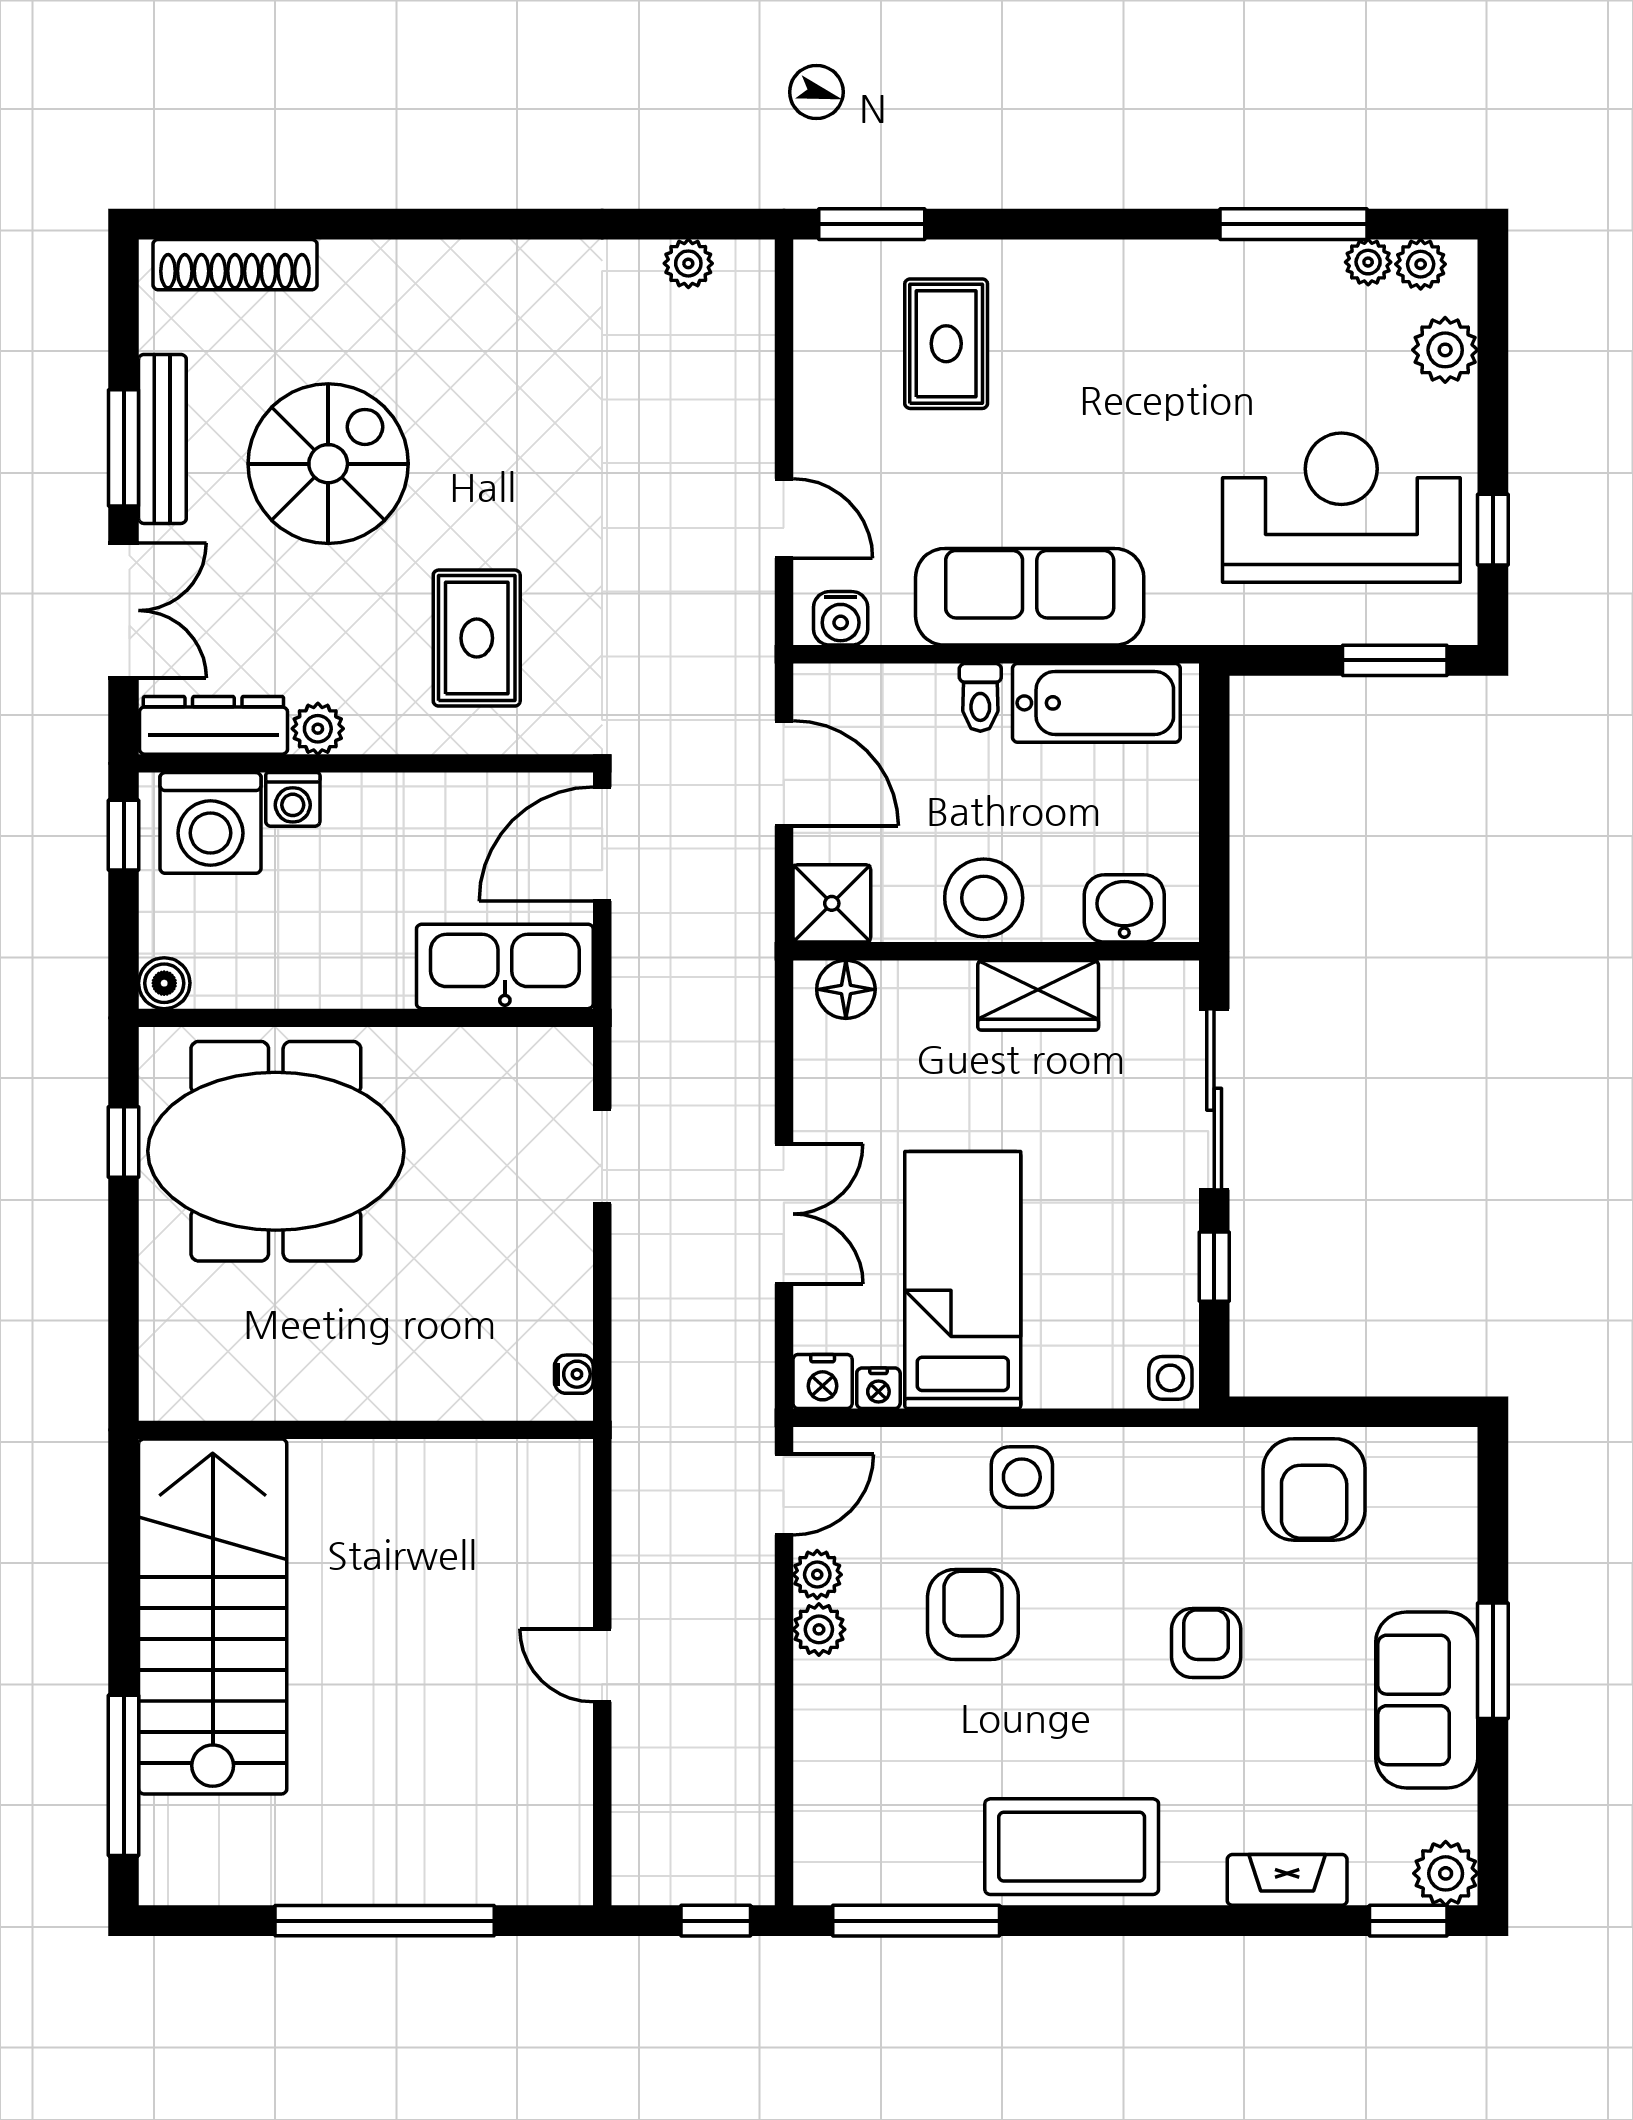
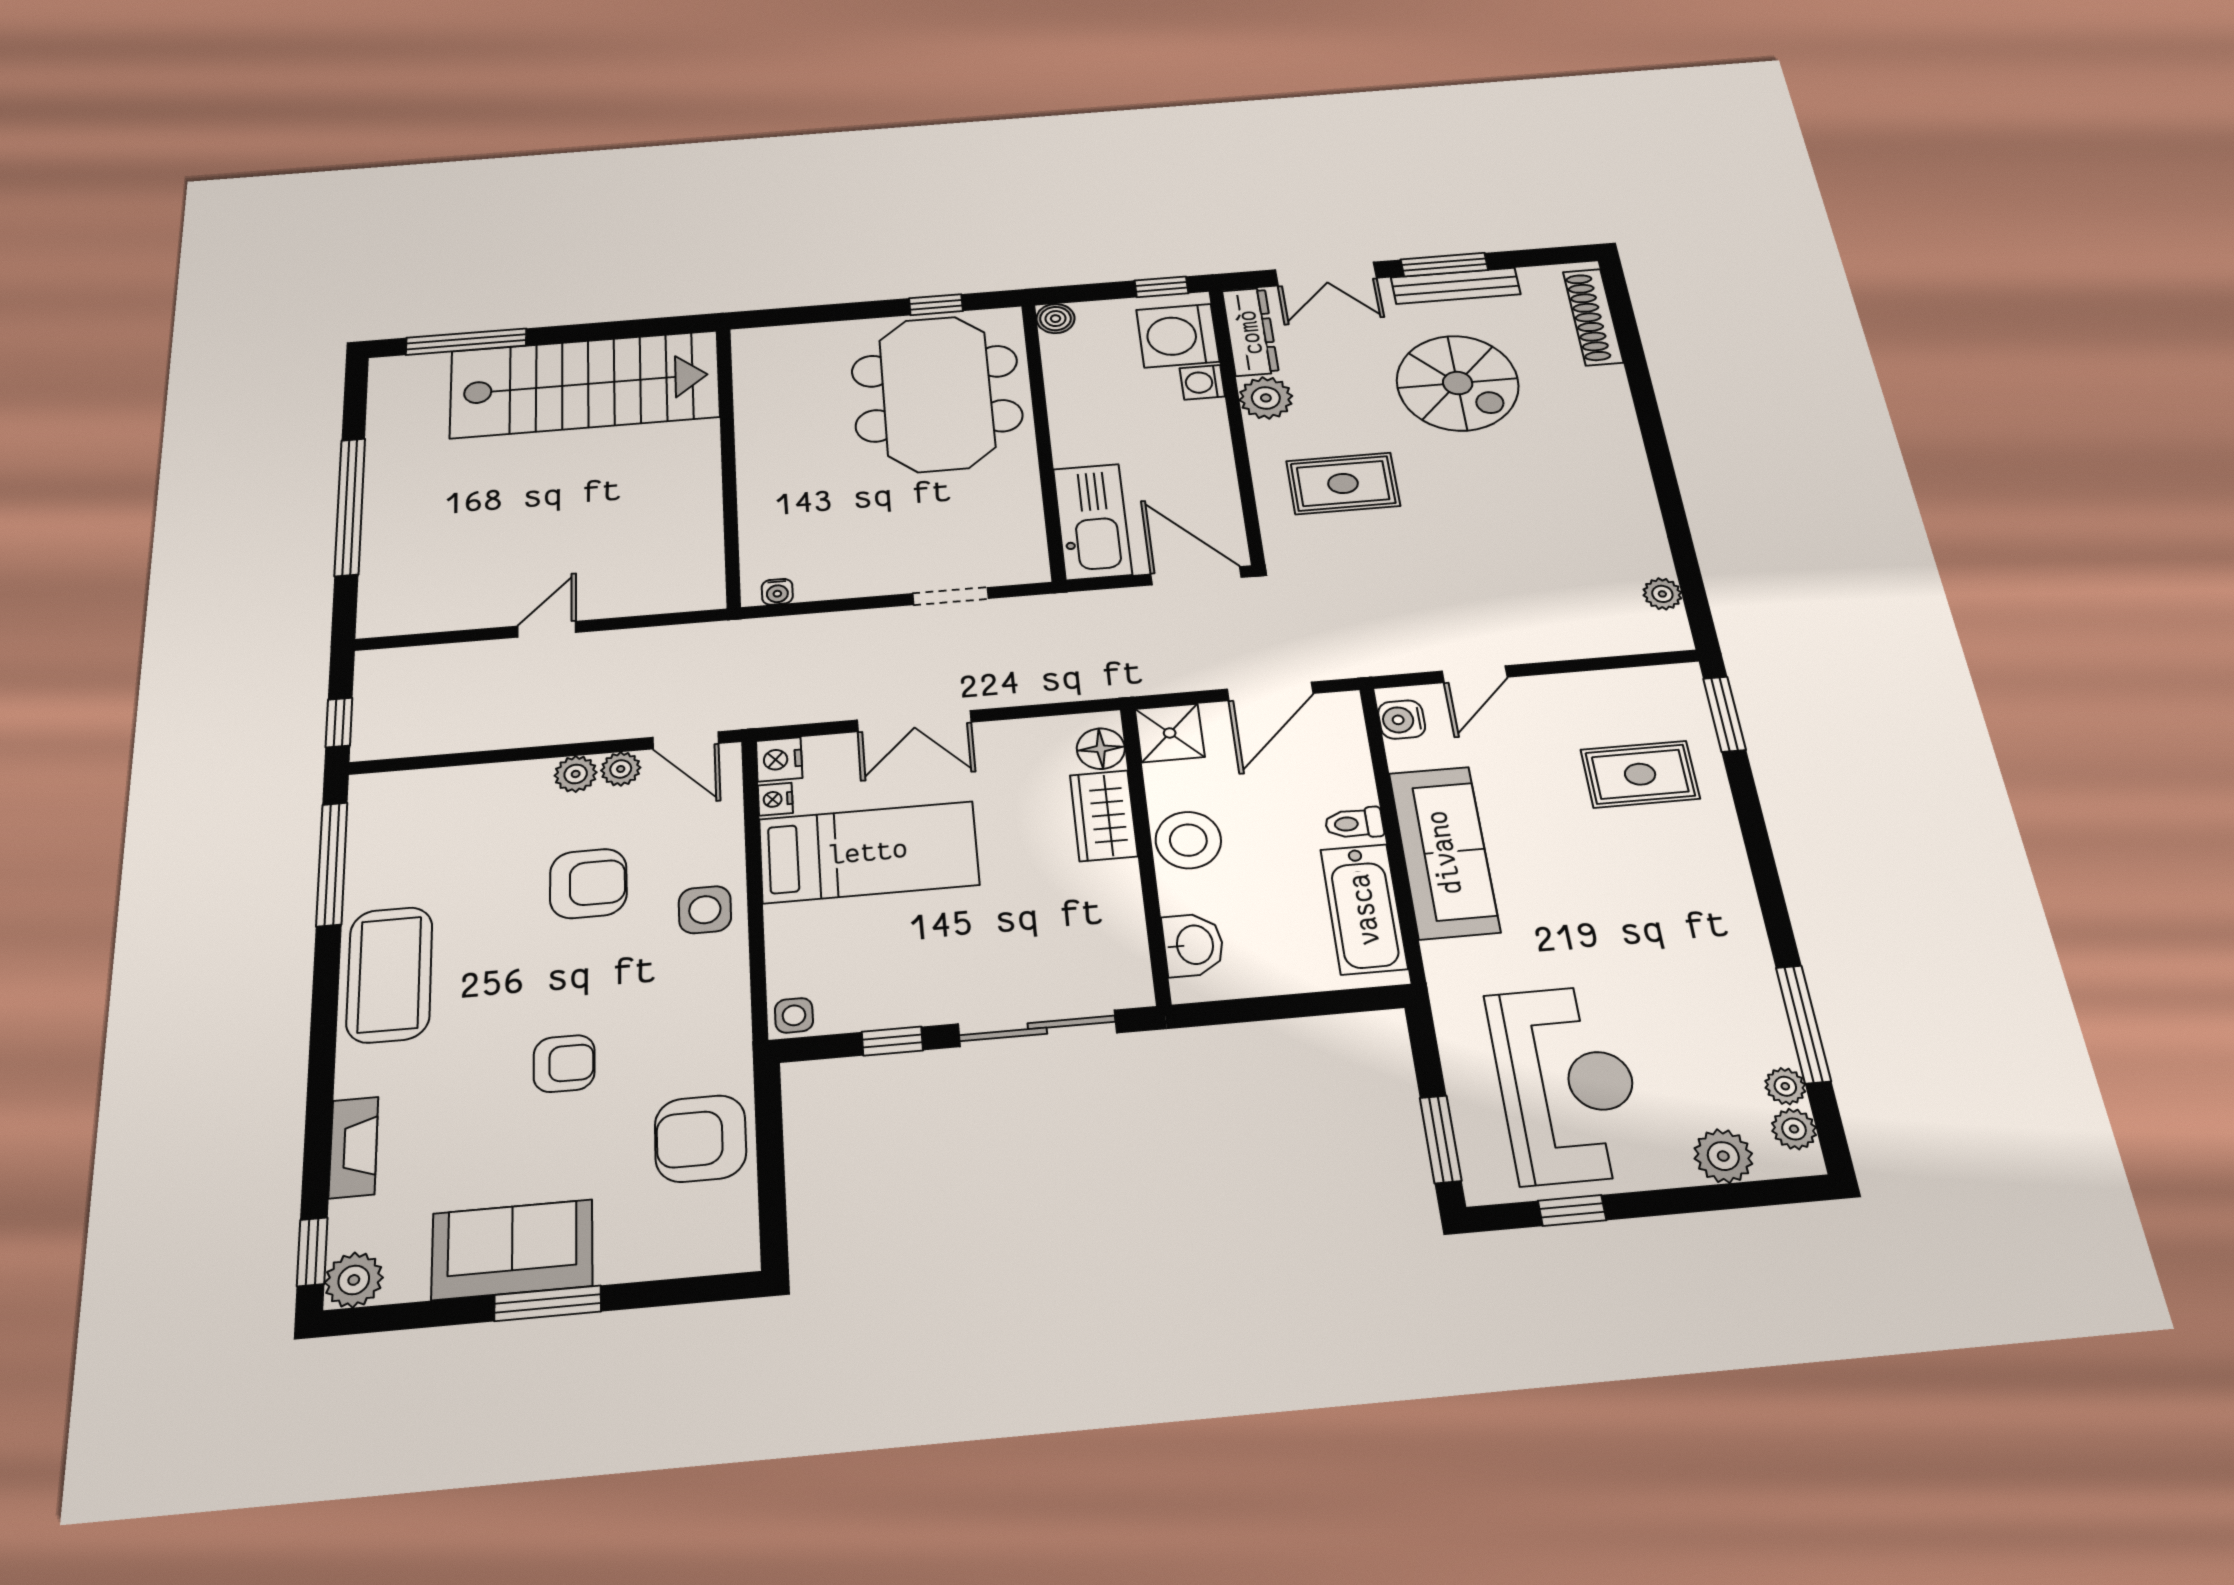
plant: (318, 729) -> (1266, 398), width x1.38, depth x1.38
wardrobe: (1038, 995) -> (1104, 816), moved

